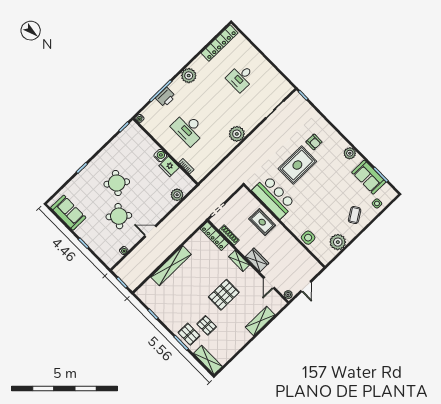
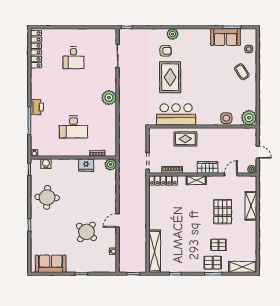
plant: (189, 76) -> (38, 92), removed
printer: (165, 97) -> (37, 107), moved
plant: (350, 153) -> (173, 34), moved
water cooler: (160, 156) -> (46, 164), moved
round table: (117, 183) -> (47, 197), moved, turned -34
plant: (177, 195) -> (111, 164), moved
plant: (338, 242) -> (249, 118), moved
shelving: (171, 266) -> (155, 251), moved
door: (269, 283) -> (231, 175), swing flipped
pallet: (224, 295) -> (223, 212), moved

